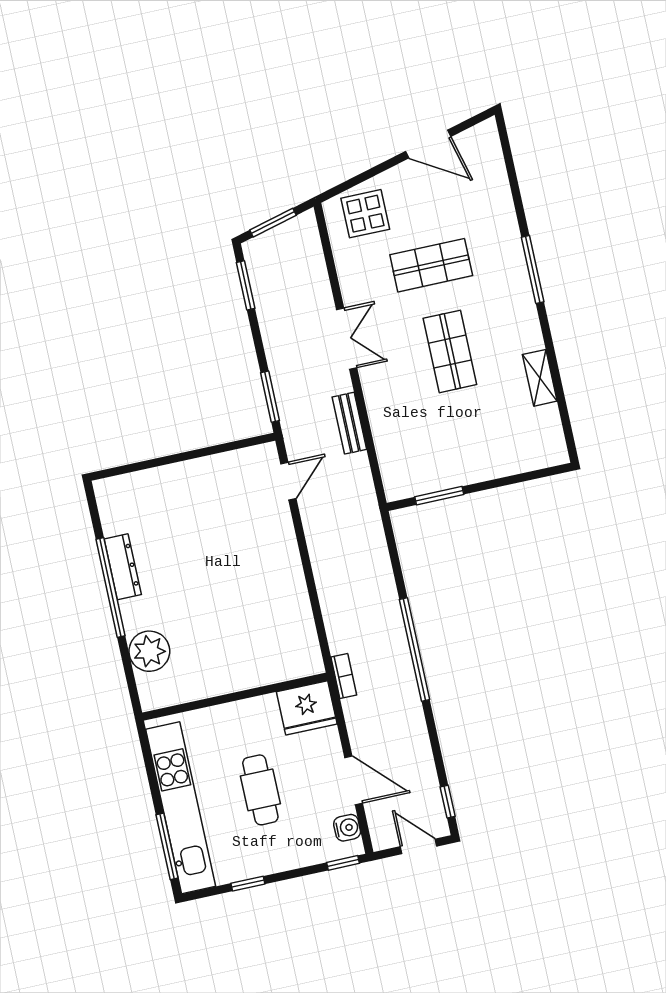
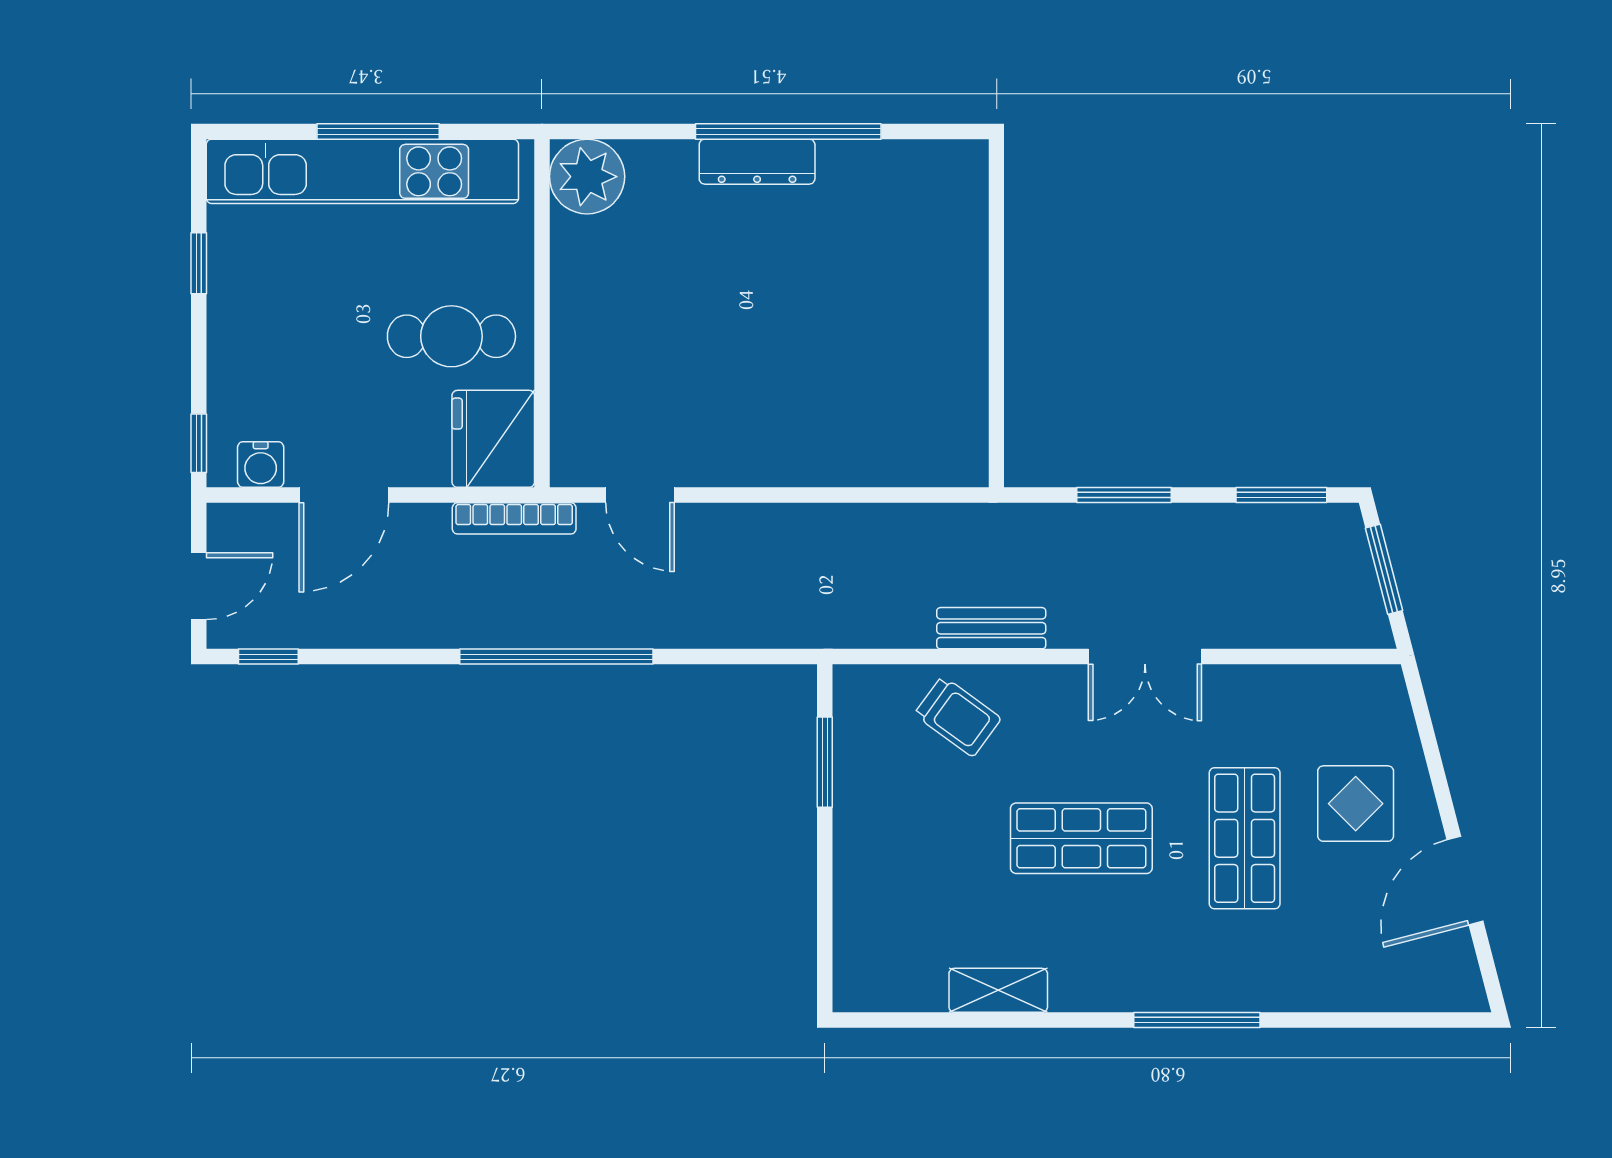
display table: (365, 214) -> (1356, 804), moved
window: (270, 397) -> (1124, 495), moved
trolley: (400, 431) -> (958, 716), added
door: (288, 481) -> (640, 495), moved
dresser: (123, 567) -> (757, 162), moved
plant: (149, 651) -> (587, 177), moved
bookcase: (344, 676) -> (514, 518), width x1.56
cafe table: (260, 790) -> (451, 336), moved
window: (167, 846) -> (378, 132), moved

